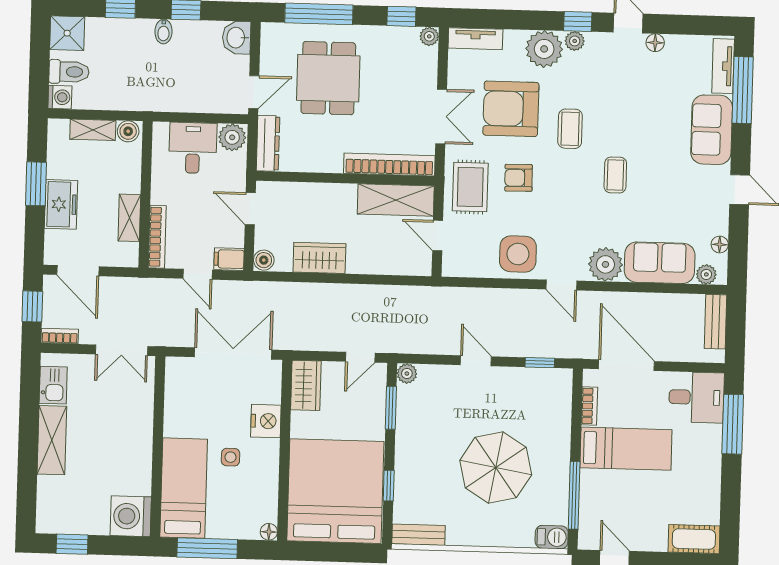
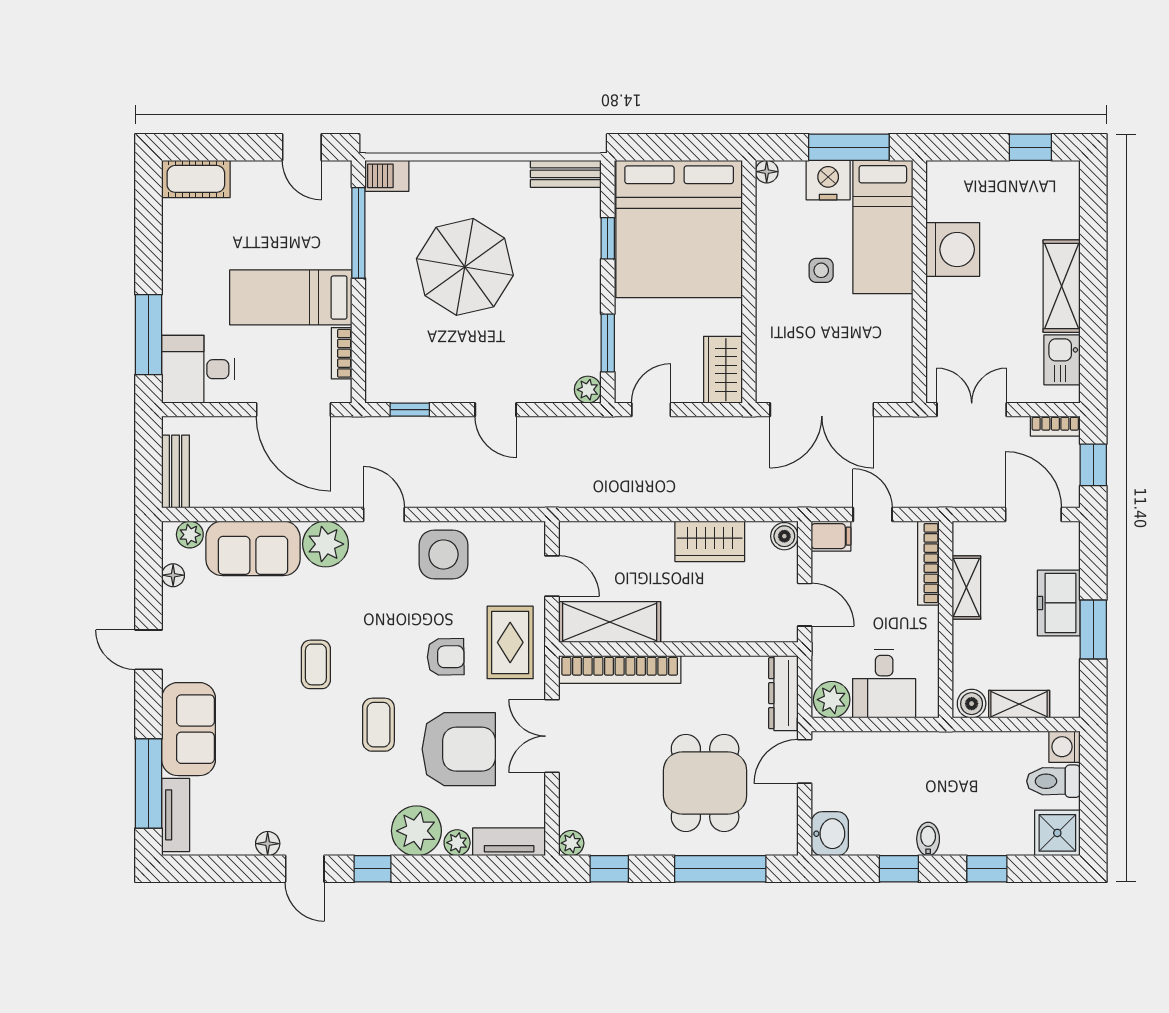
plant: (575, 41) -> (457, 843), moved
nightstand: (266, 421) -> (828, 180), moved, turned 90
washing machine: (131, 516) -> (953, 249), moved

